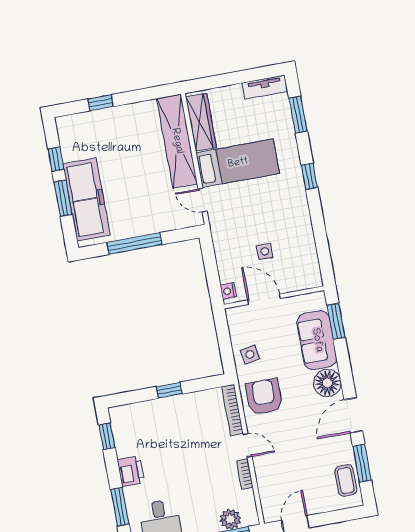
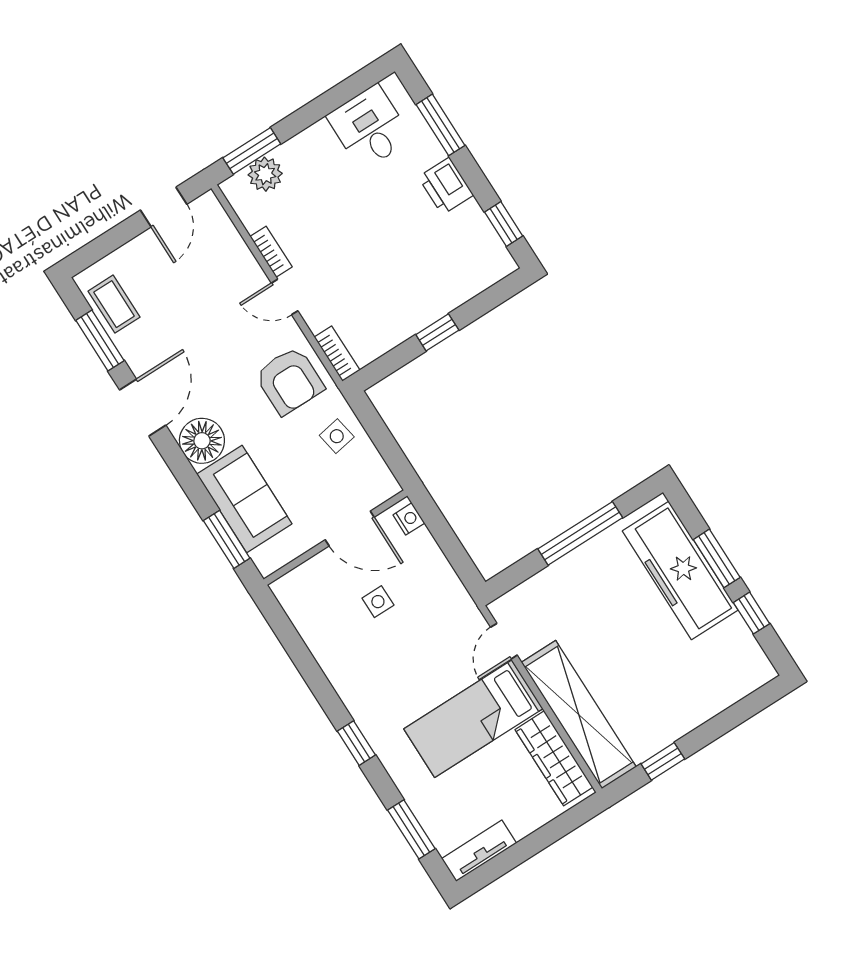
window: (101, 103) -> (663, 761), moved
door: (203, 200) -> (504, 641), swing flipped
bookcase: (233, 410) -> (337, 354), width x0.64

